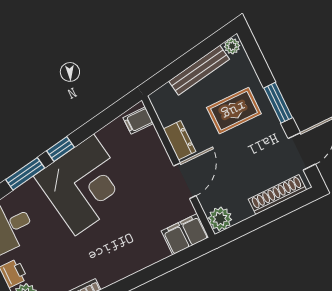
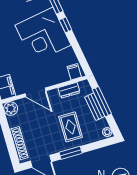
window: (181, 64) -> (102, 102), added
bench: (199, 70) -> (95, 107), width x0.73
dresser: (180, 140) -> (69, 90), moved

